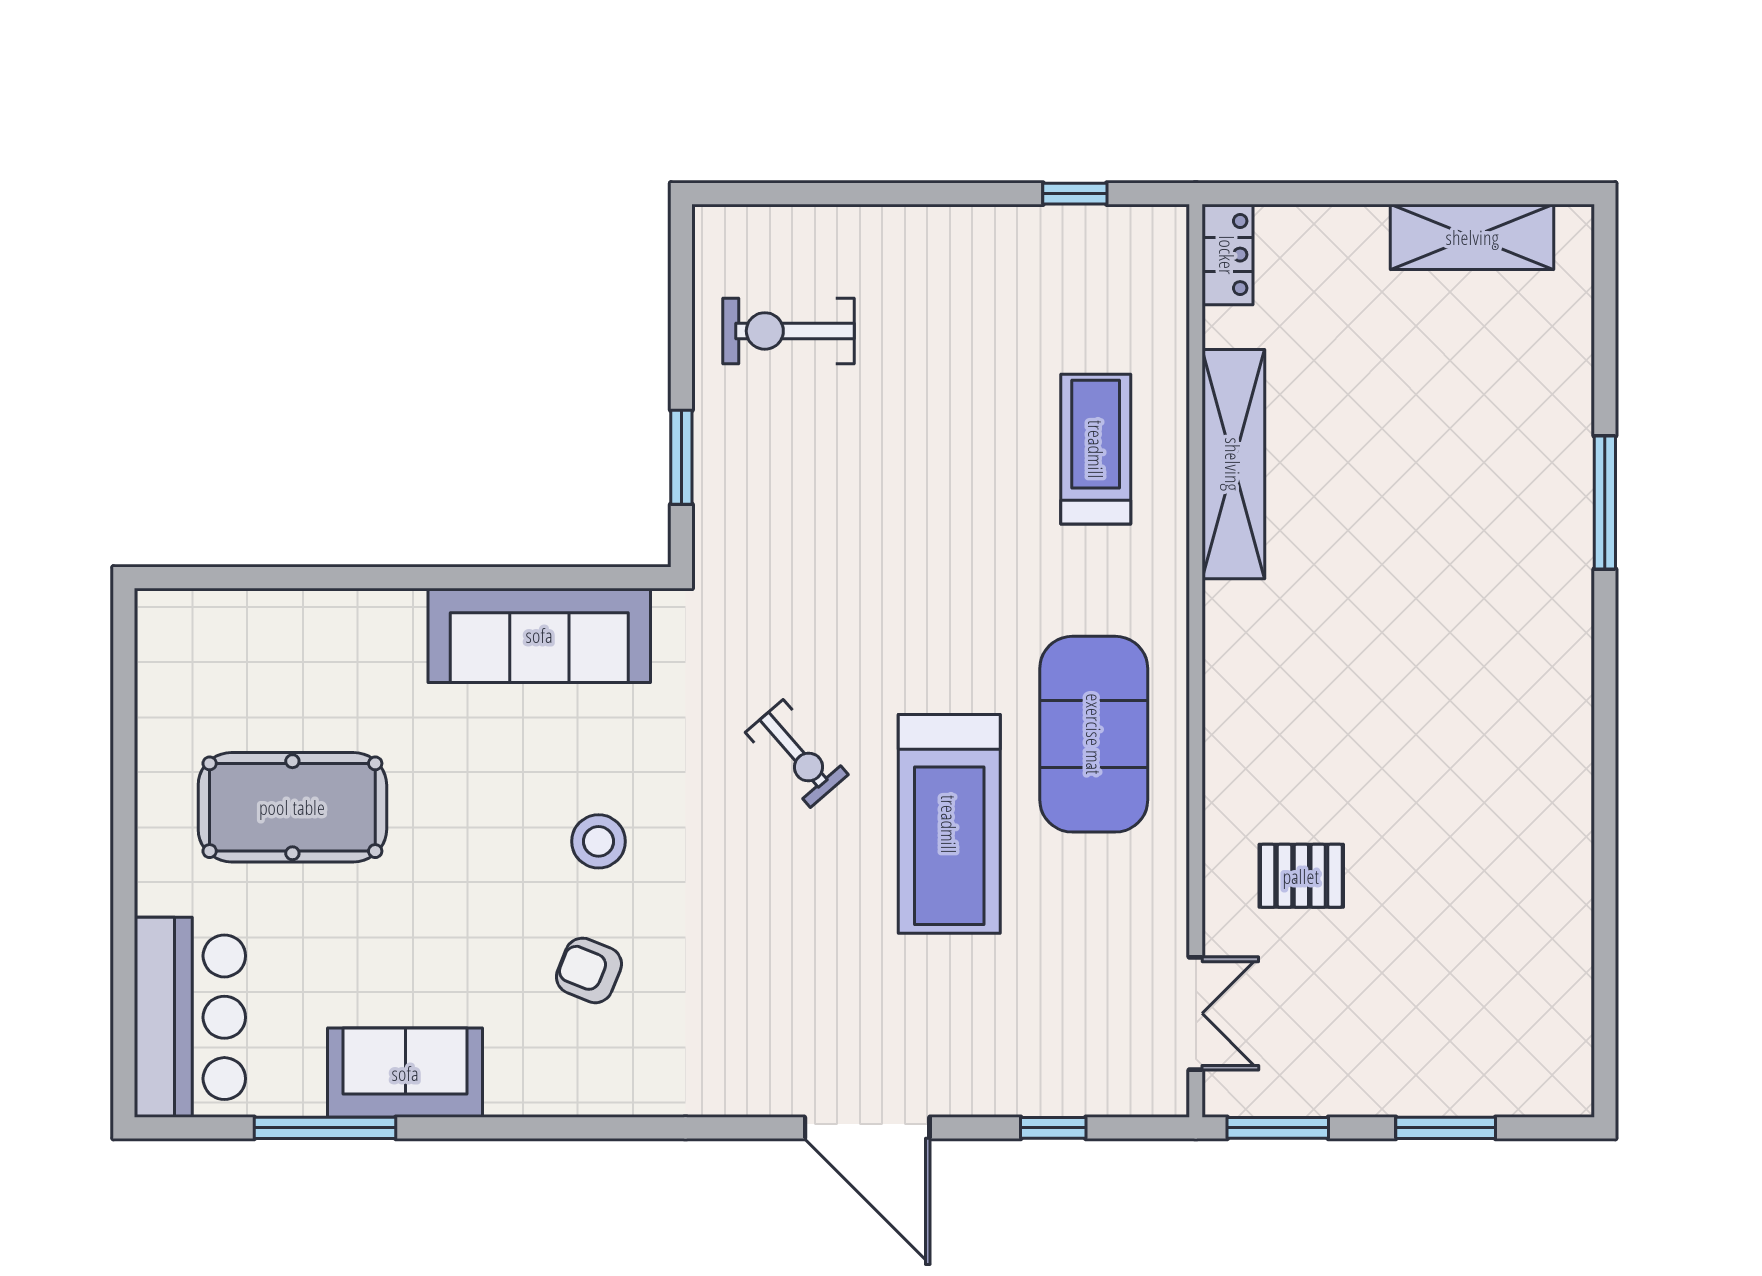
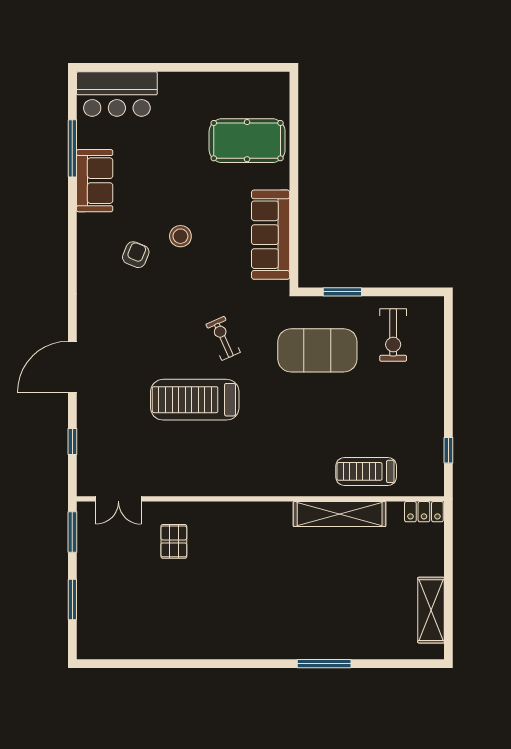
exercise bike: (788, 331) -> (393, 335), turned 180
treadmill: (1096, 449) -> (366, 471), moved, turned 180
exercise mat: (1094, 734) -> (317, 350), moved
exercise bike: (797, 754) -> (223, 338), turned 107
pool table: (292, 807) -> (247, 141), moved, turned 90
stool: (599, 841) -> (180, 236), moved

